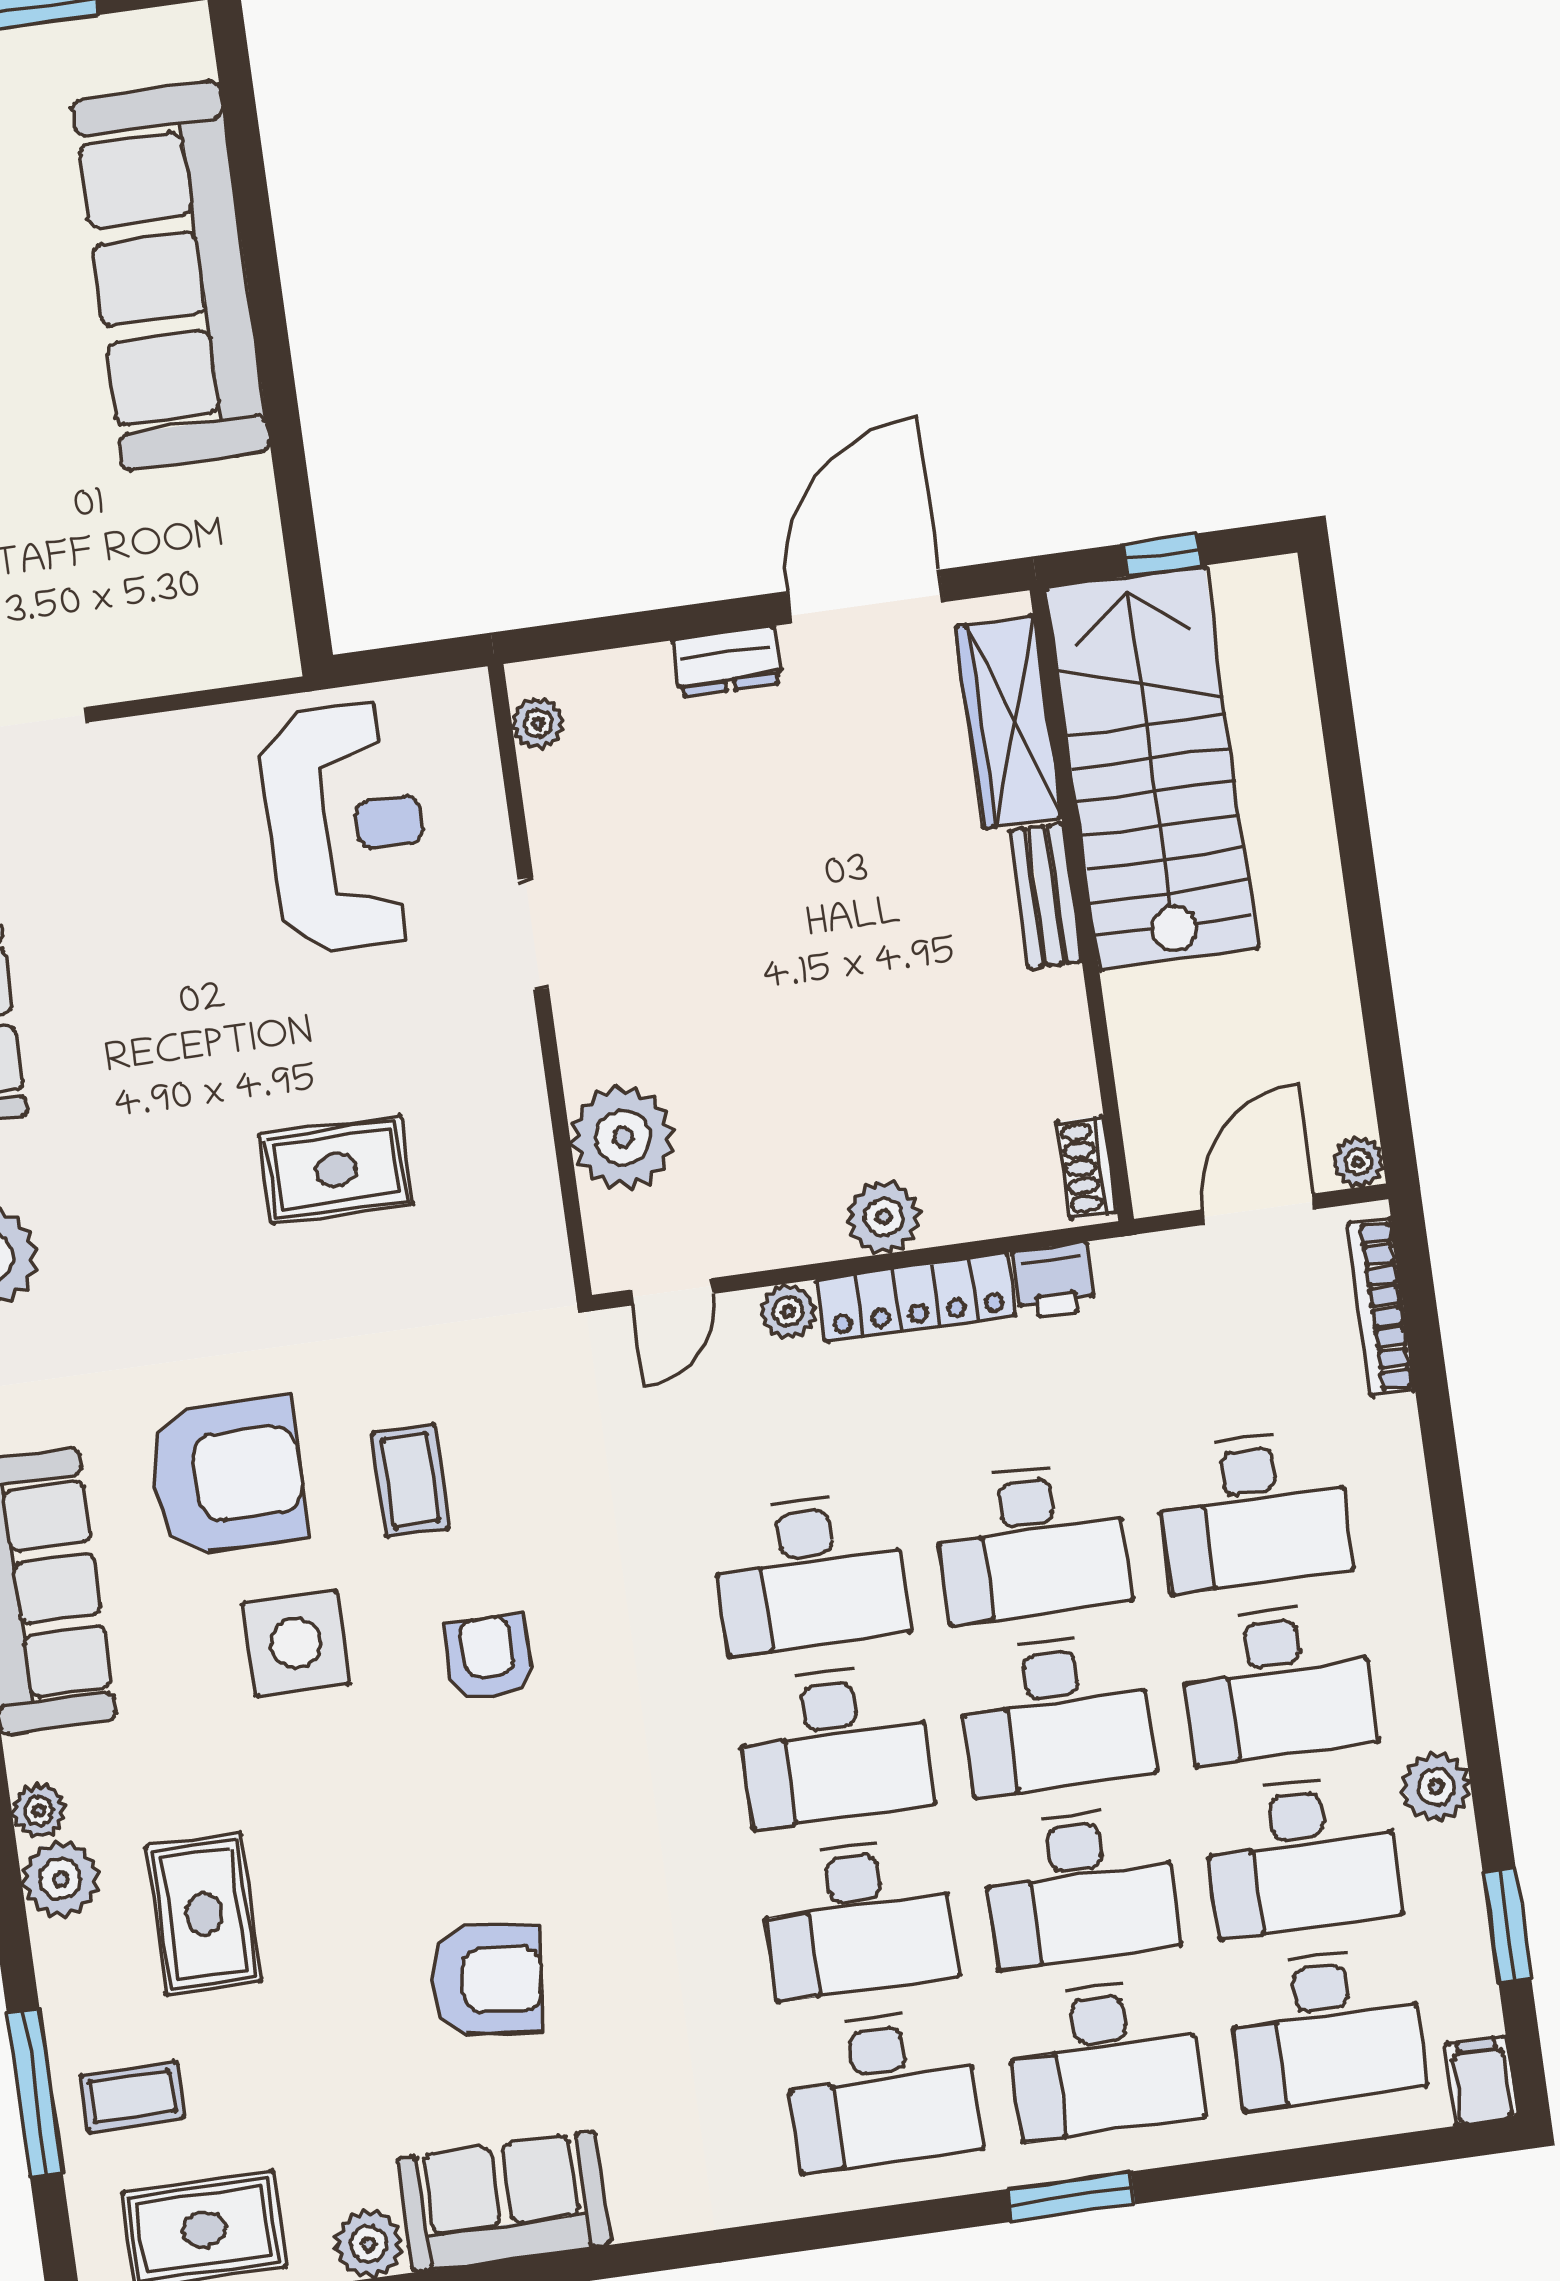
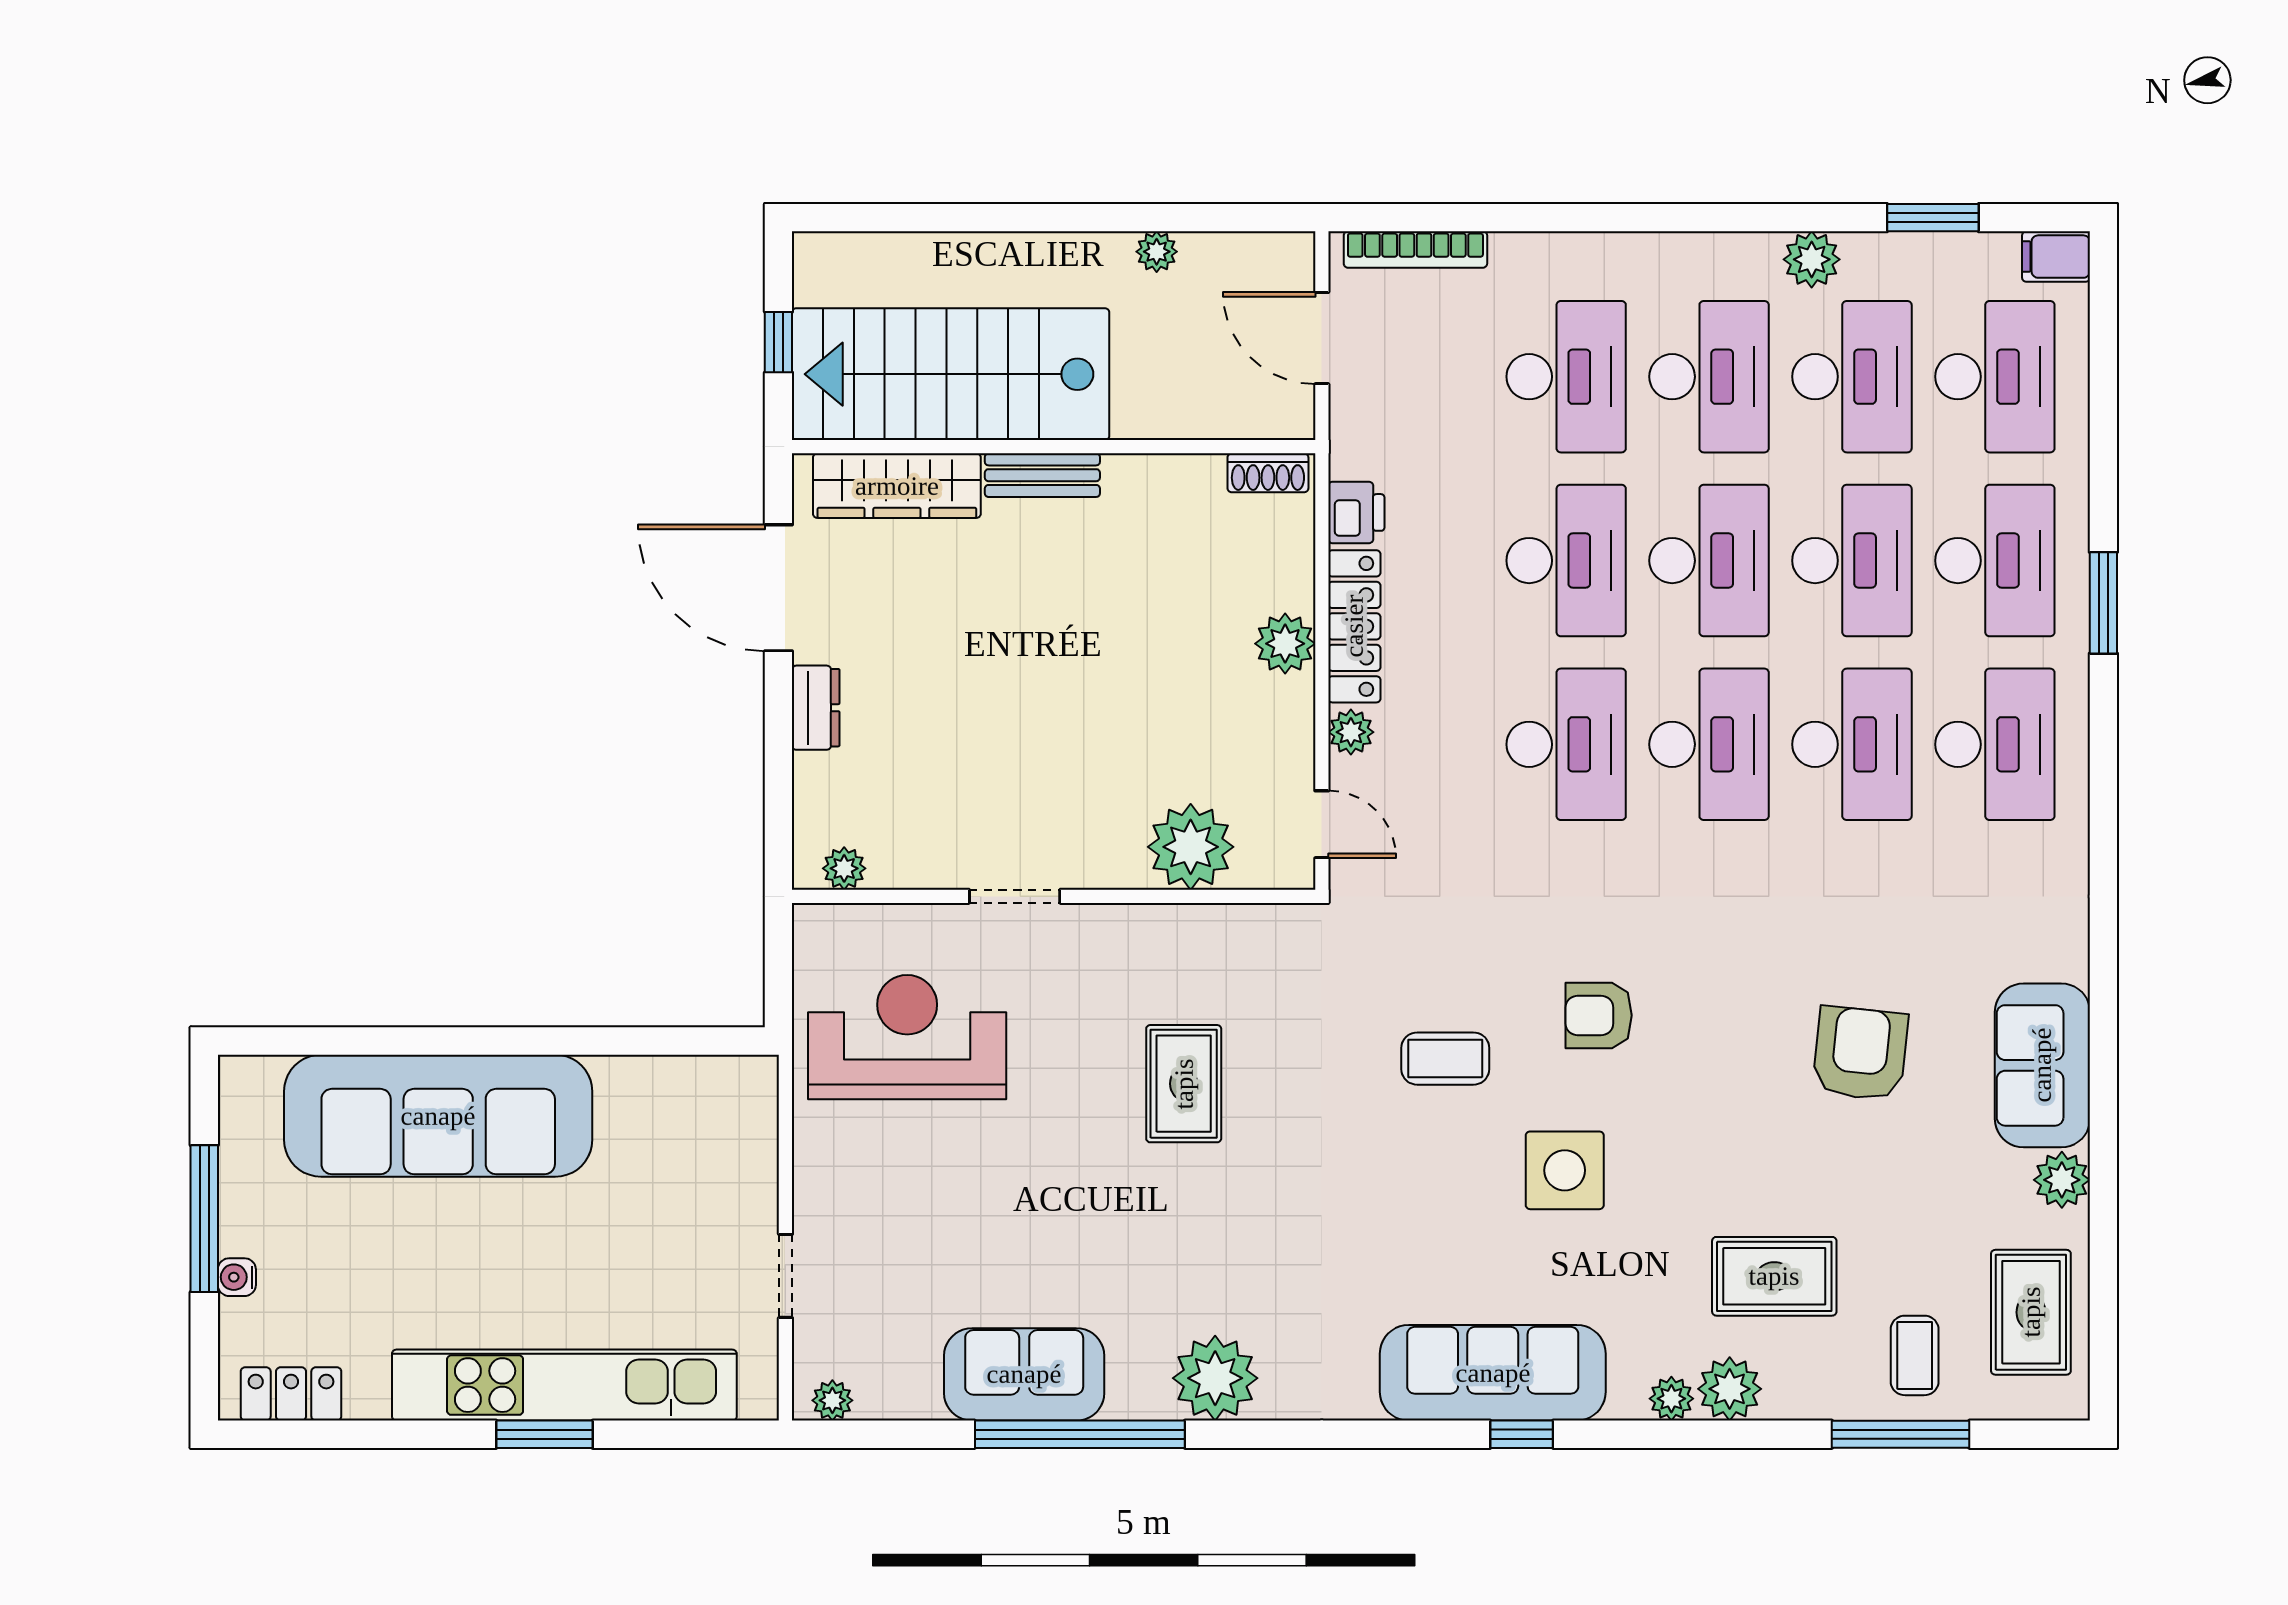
plant: (1358, 1162) -> (1157, 252), moved
armchair: (227, 1476) -> (1421, 1207), removed

